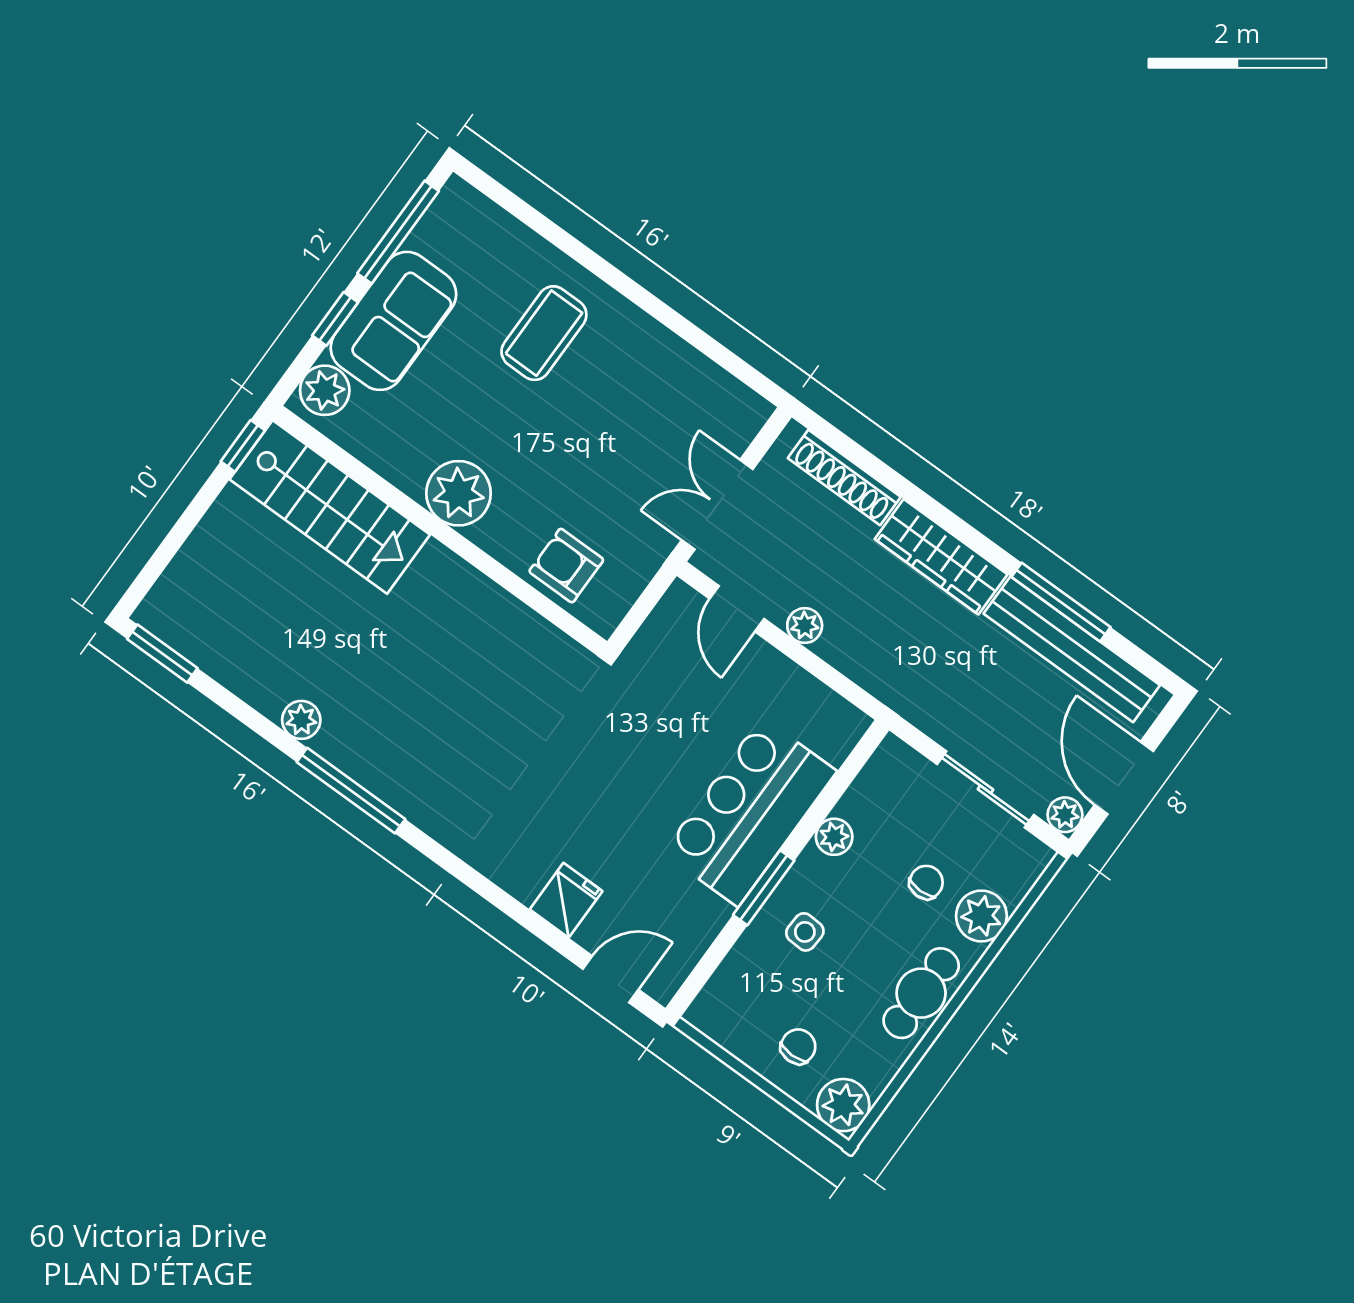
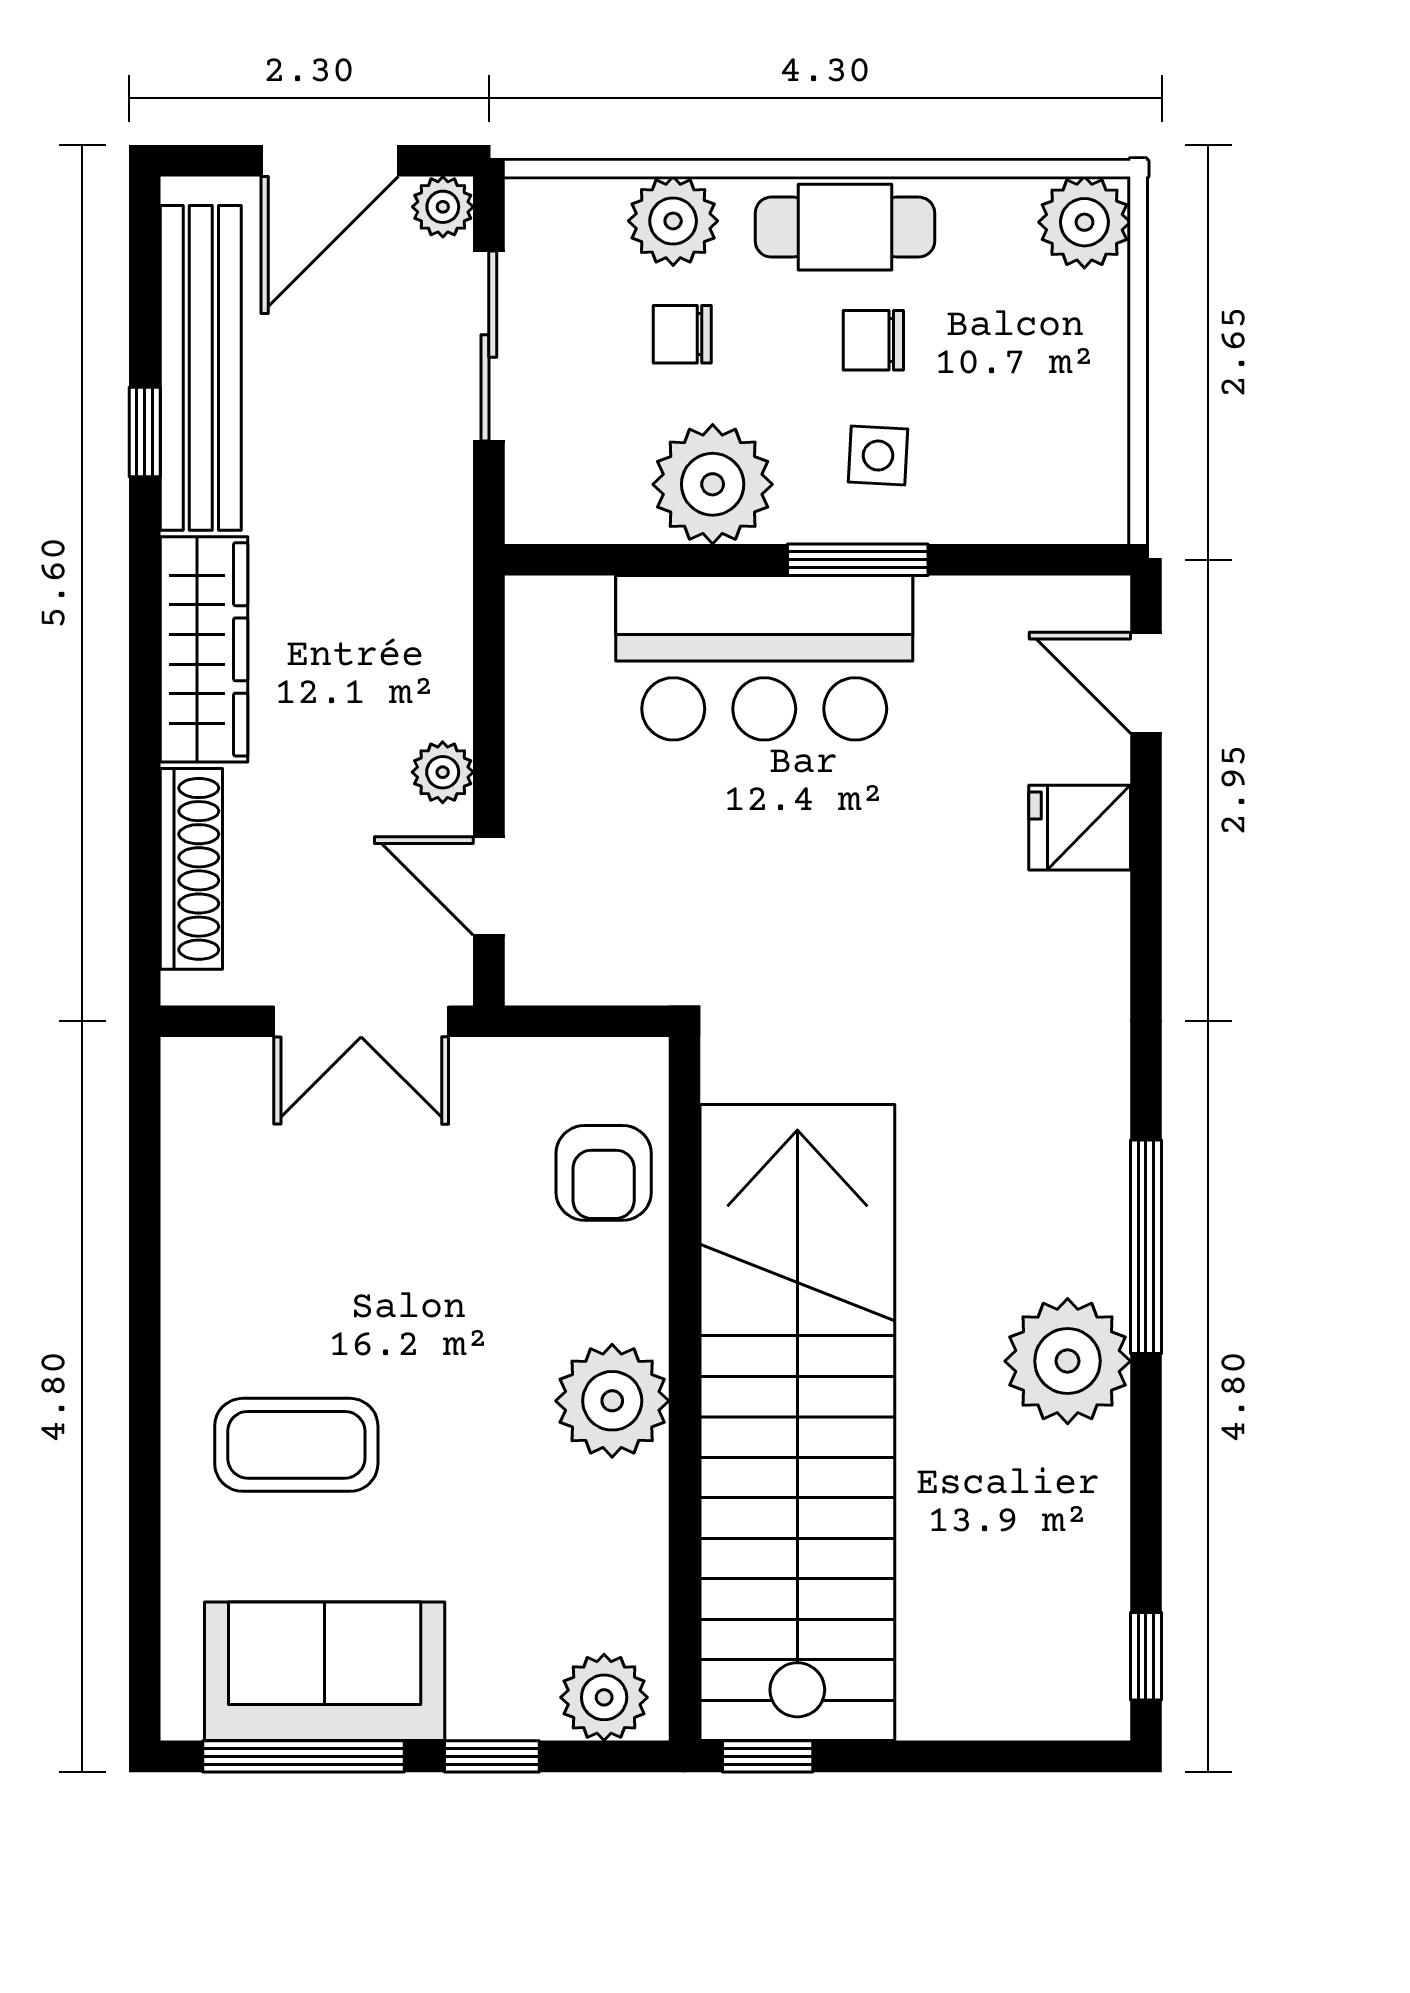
sofa: (393, 321) -> (325, 1671), moved
stairs: (330, 507) -> (797, 1423), width x1.86, depth x1.51
window: (1061, 602) -> (145, 432), width x0.46
door: (737, 609) -> (489, 886), swing flipped
window: (162, 654) -> (1146, 1656), width x0.67
plant: (301, 720) -> (1068, 1361), width x1.87, depth x1.87
plant: (834, 837) -> (713, 484), width x1.88, depth x1.88
chair: (798, 1047) -> (873, 340), moved

